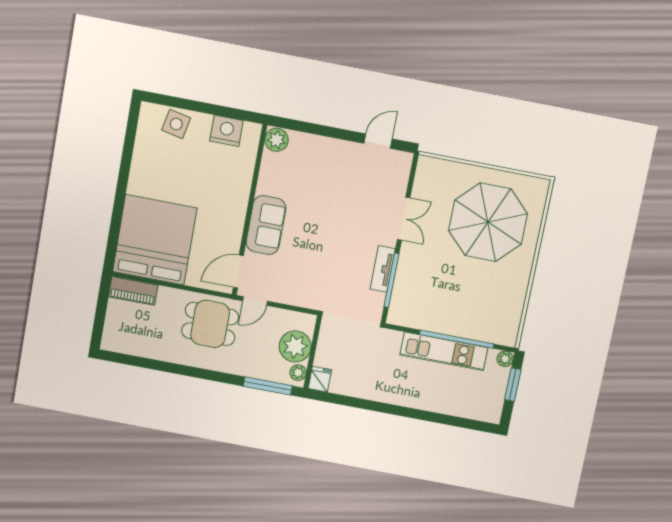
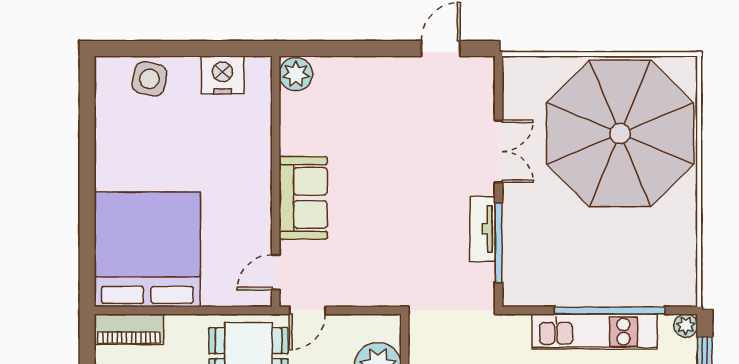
parasol: (488, 222) -> (620, 133), width x1.36, depth x1.36
door: (238, 272) -> (276, 272), width x0.73

